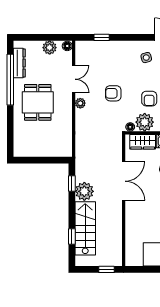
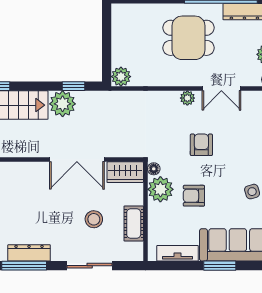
wardrobe: (143, 142) -> (125, 172), moved, turned -90
plant: (65, 150) -> (121, 77), added

